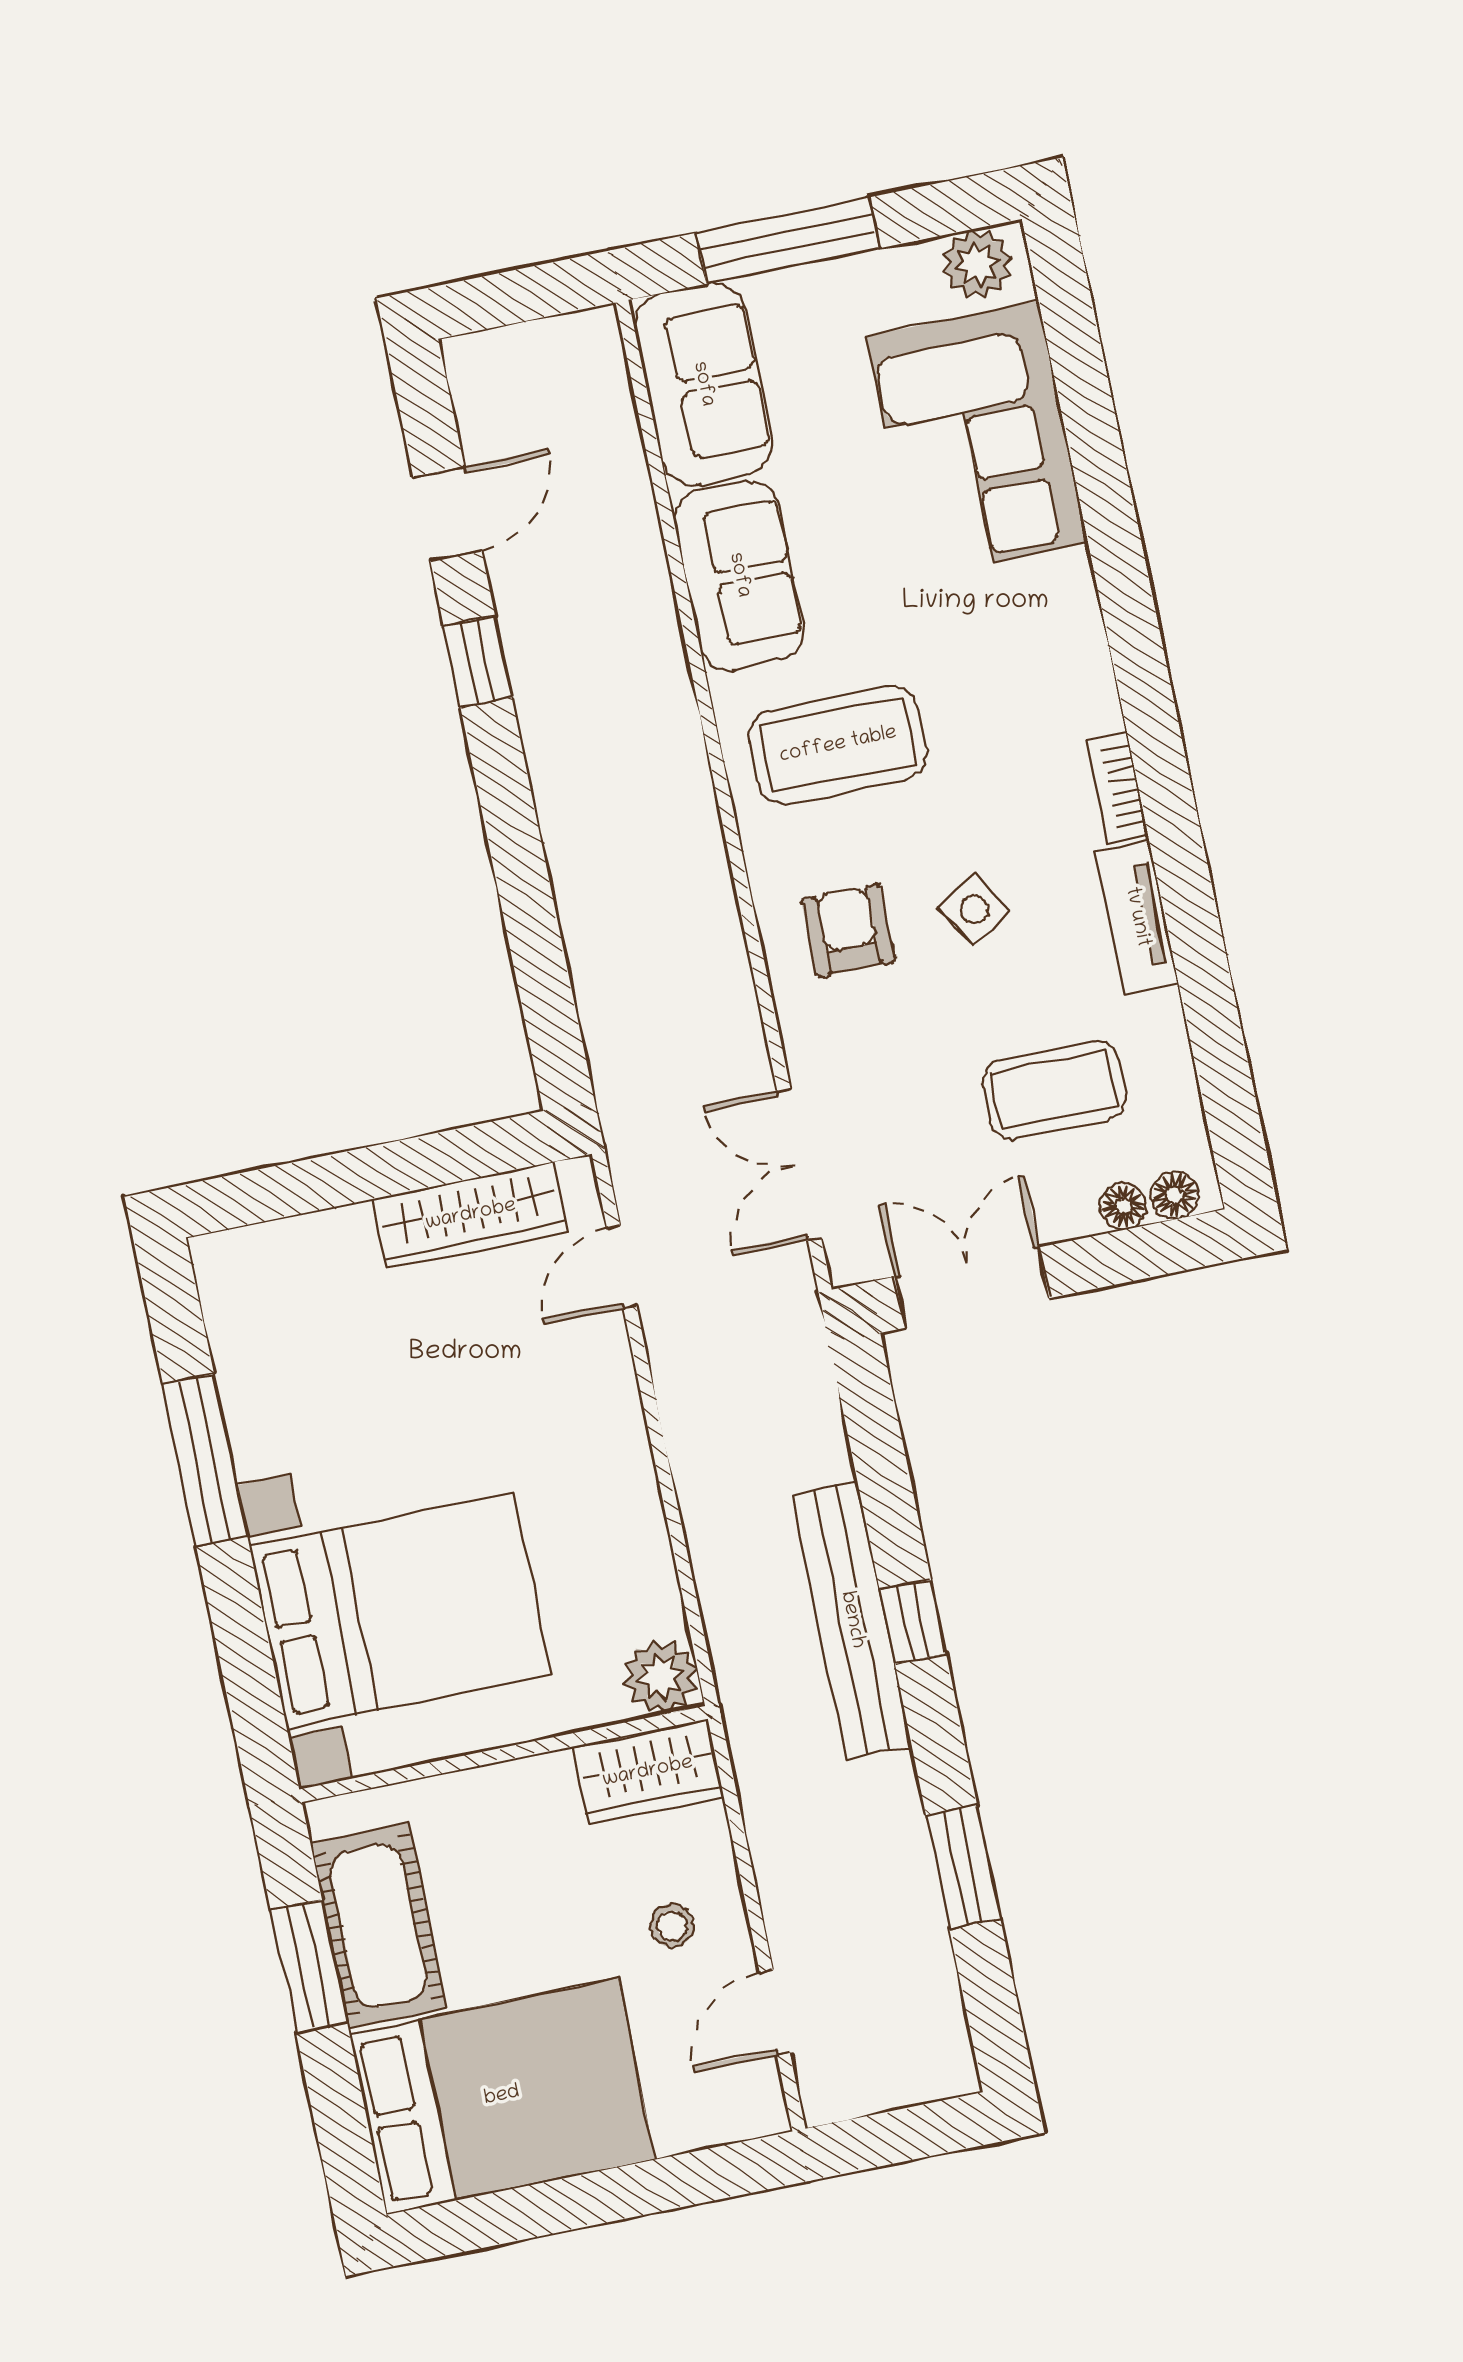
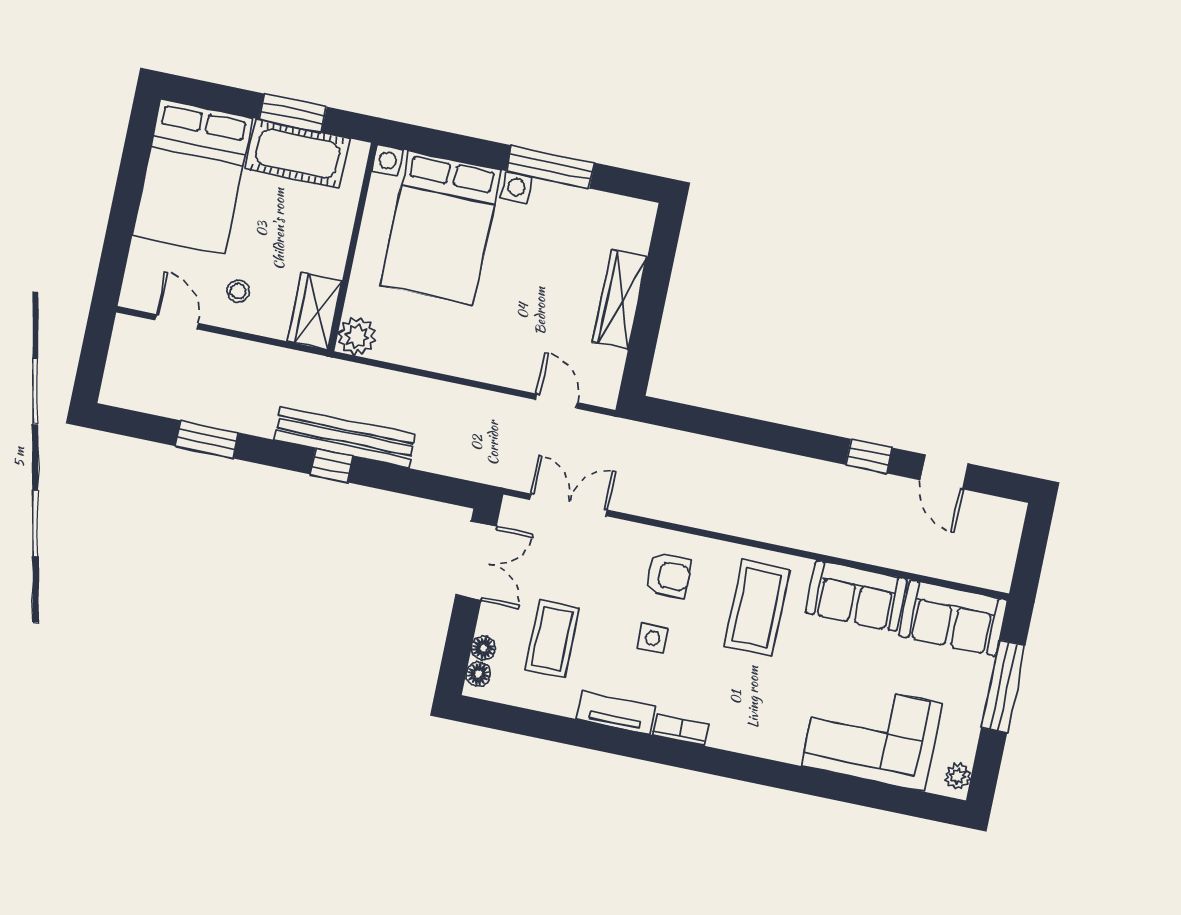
plant: (977, 264) -> (958, 776), width x0.73, depth x0.73
side table: (974, 909) -> (653, 638), turned 31
wardrobe: (471, 1215) -> (620, 299), moved

